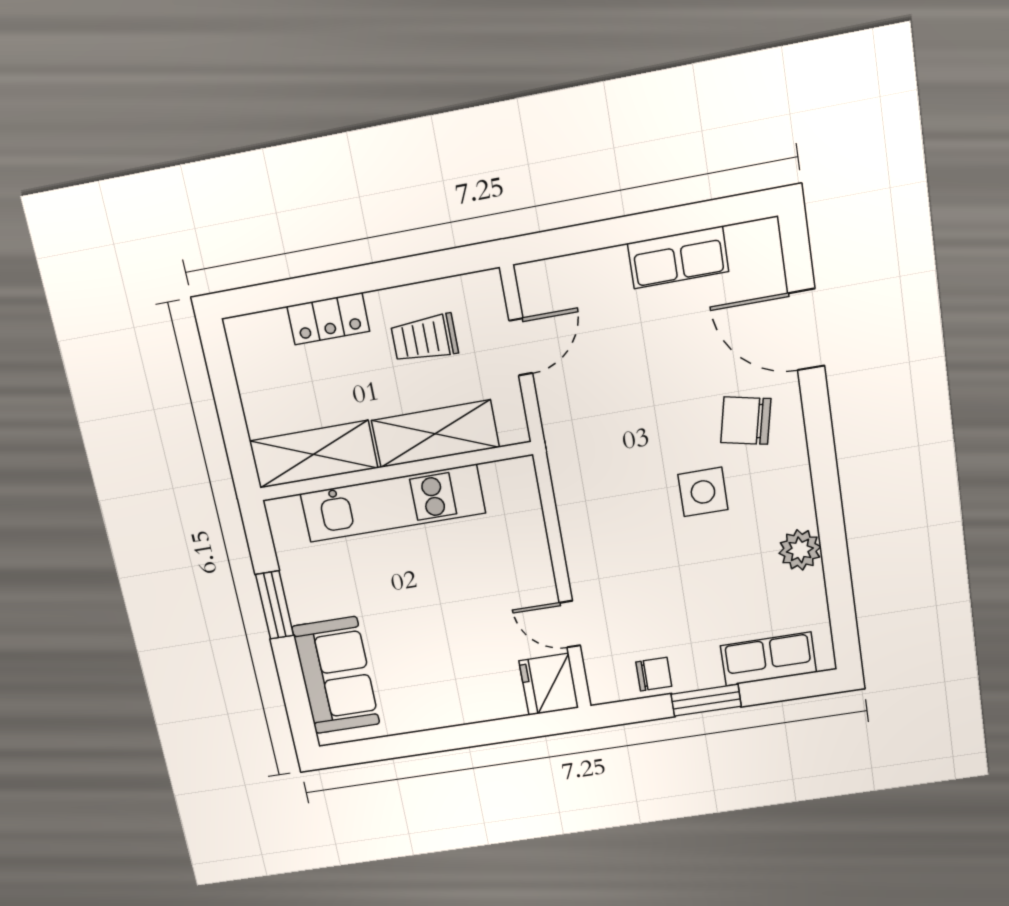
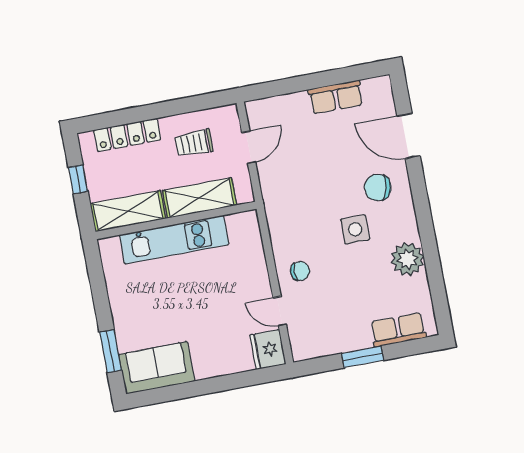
locker: (328, 319) -> (127, 135), width x1.53
window: (227, 399) -> (78, 179), added
plant: (800, 550) -> (408, 259), width x1.36, depth x1.36
window: (275, 605) -> (111, 351), moved
chair: (654, 674) -> (300, 271), moved
sofa: (336, 675) -> (157, 368), moved, turned -90

